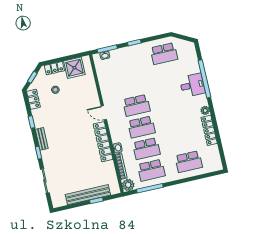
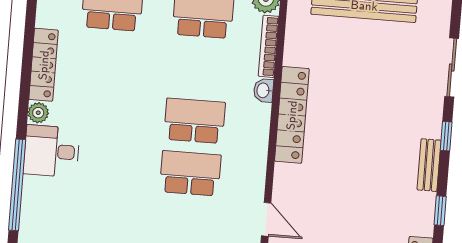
desk: (192, 85) -> (52, 151), moved
door: (104, 113) -> (266, 219), moved
school desk: (146, 149) -> (199, 68), removed

